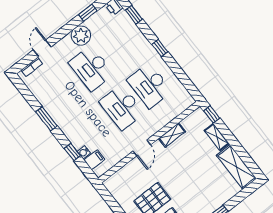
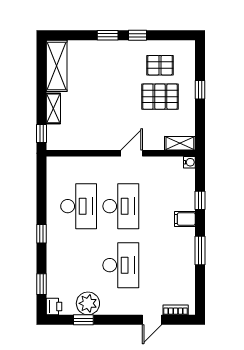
plant: (81, 35) -> (88, 303), moved
shelving: (172, 135) -> (180, 143), moved
water cooler: (84, 152) -> (189, 162), moved
filing cabinet: (94, 160) -> (185, 219), moved

